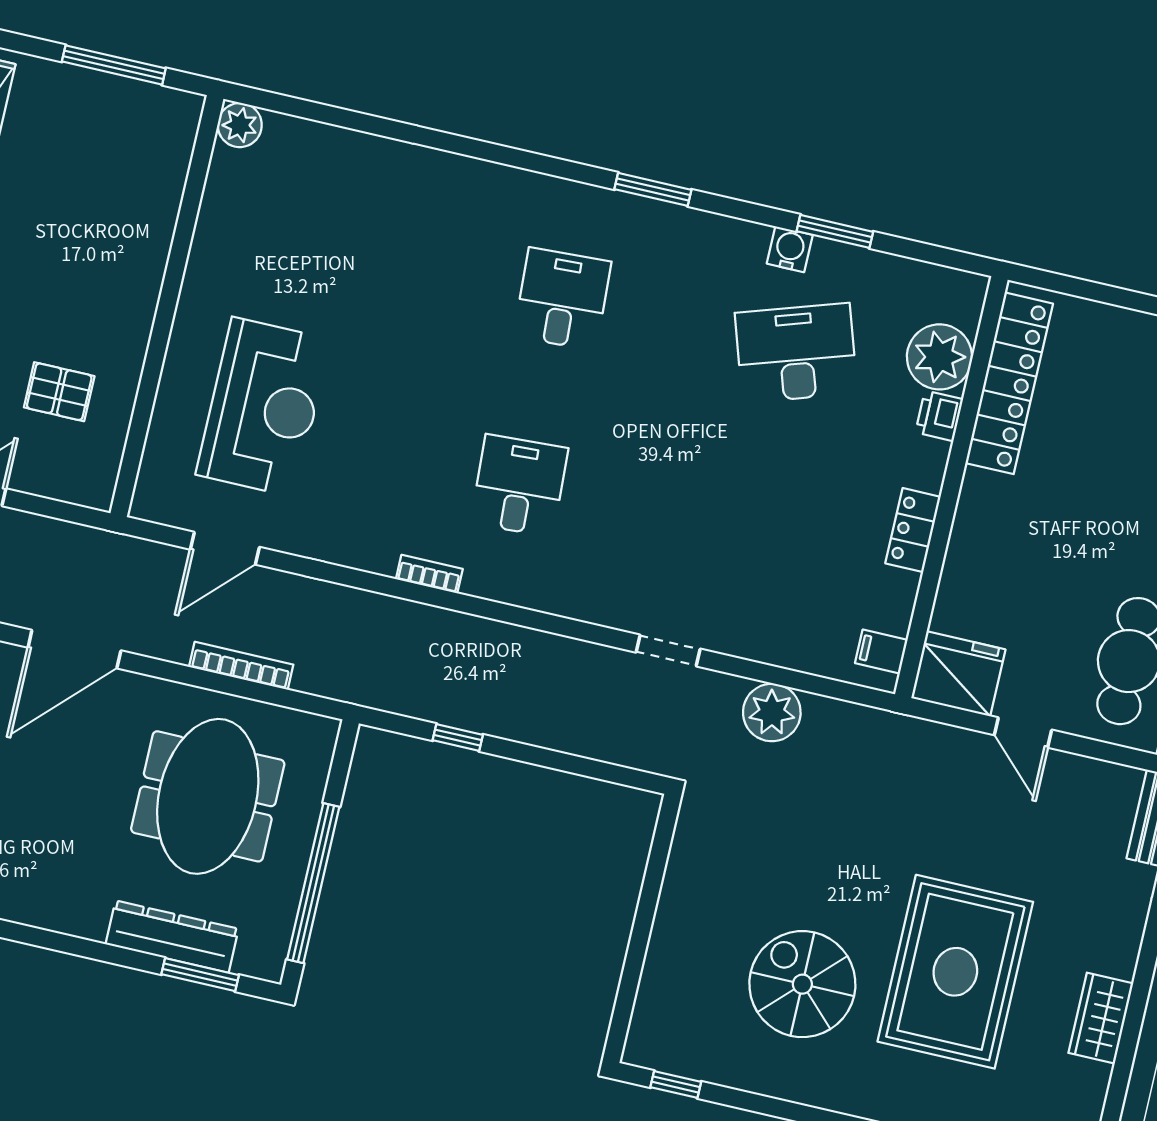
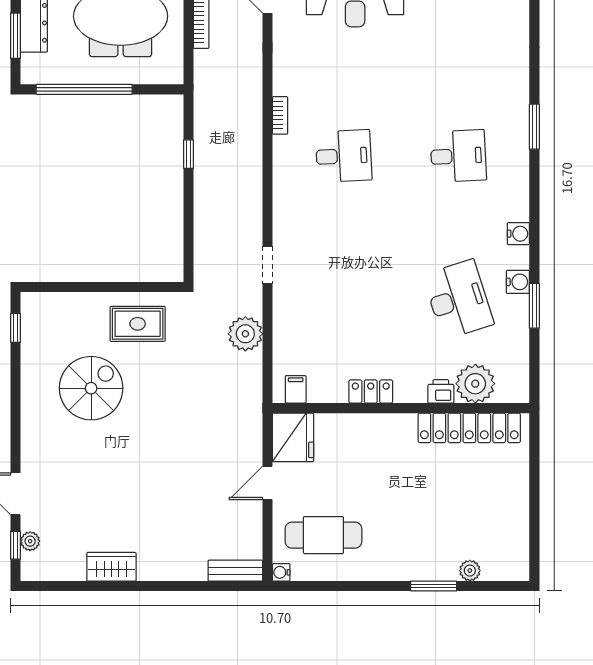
window: (653, 189) -> (534, 127), moved
water cooler: (711, 230) -> (518, 234), added
rug: (955, 972) -> (138, 324), moved, width x0.54, depth x0.49

